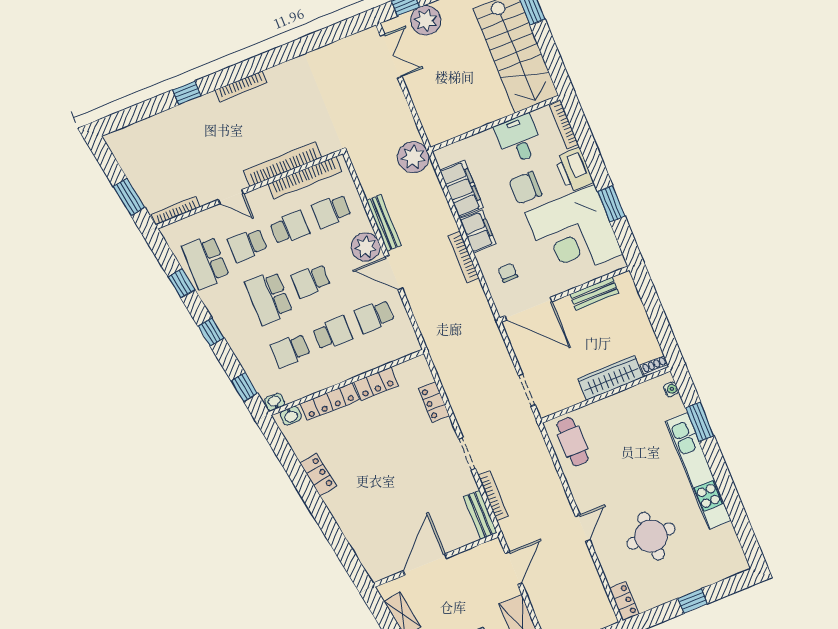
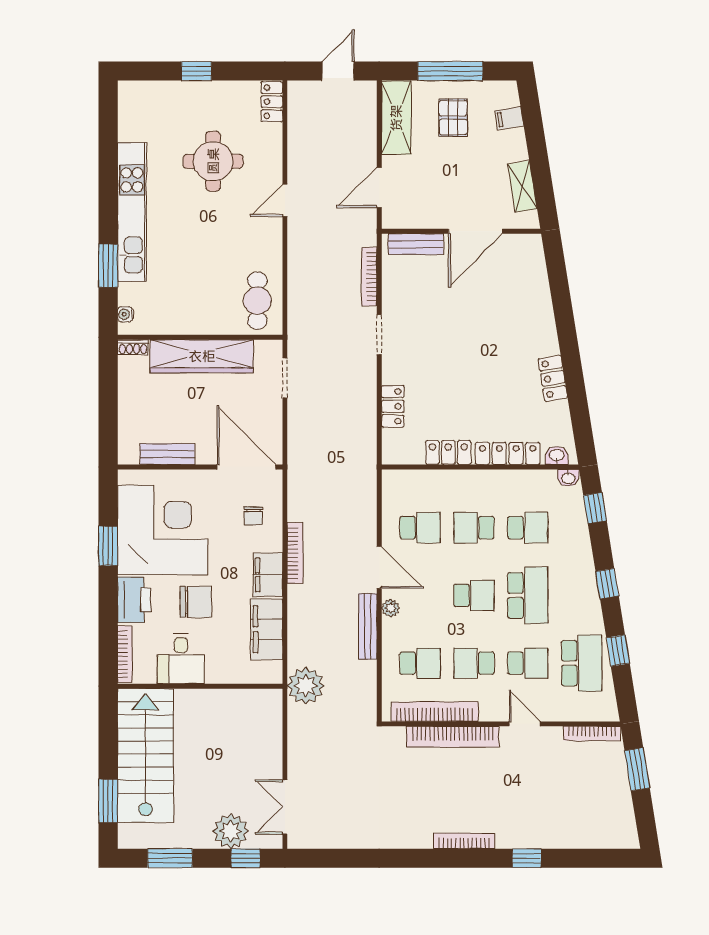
plant: (366, 247) -> (391, 608), width x0.53, depth x0.53
wardrobe: (611, 378) -> (202, 356), width x1.40, depth x1.17
bench: (480, 515) -> (416, 244), moved, turned 90

